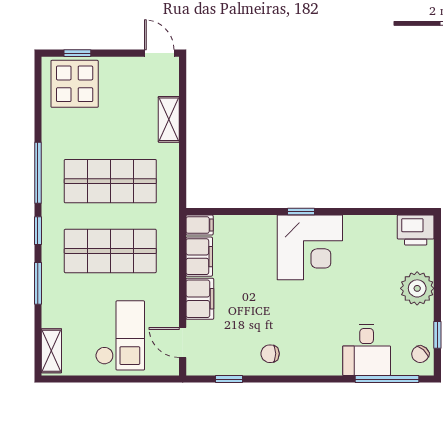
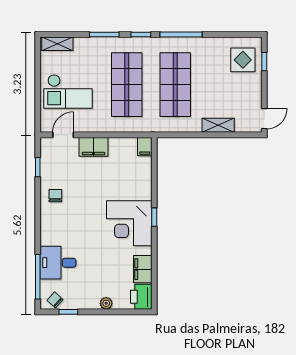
display table: (75, 84) -> (243, 60), width x0.73, depth x0.73
filing cabinet: (199, 257) -> (143, 269), moved, turned 90
plant: (417, 288) -> (106, 303), width x0.53, depth x0.53

